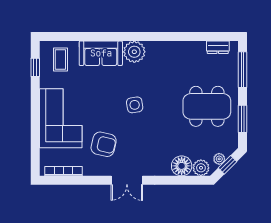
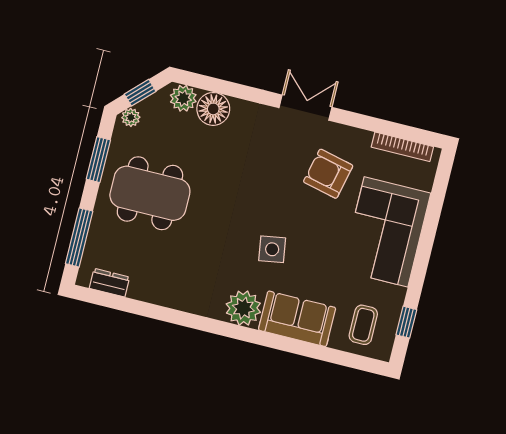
side table: (135, 105) -> (272, 249), moved
plant: (219, 159) -> (131, 117), moved

